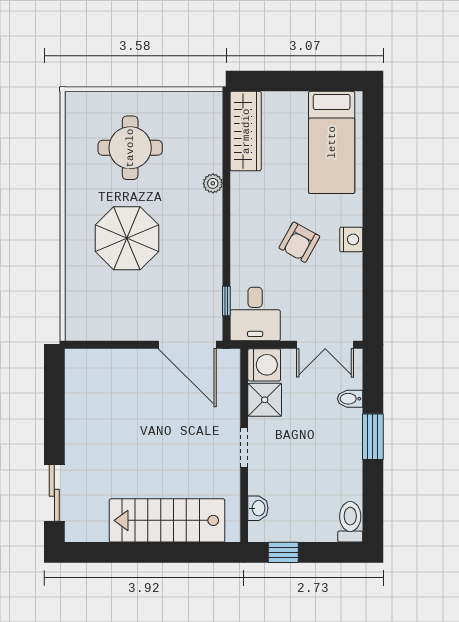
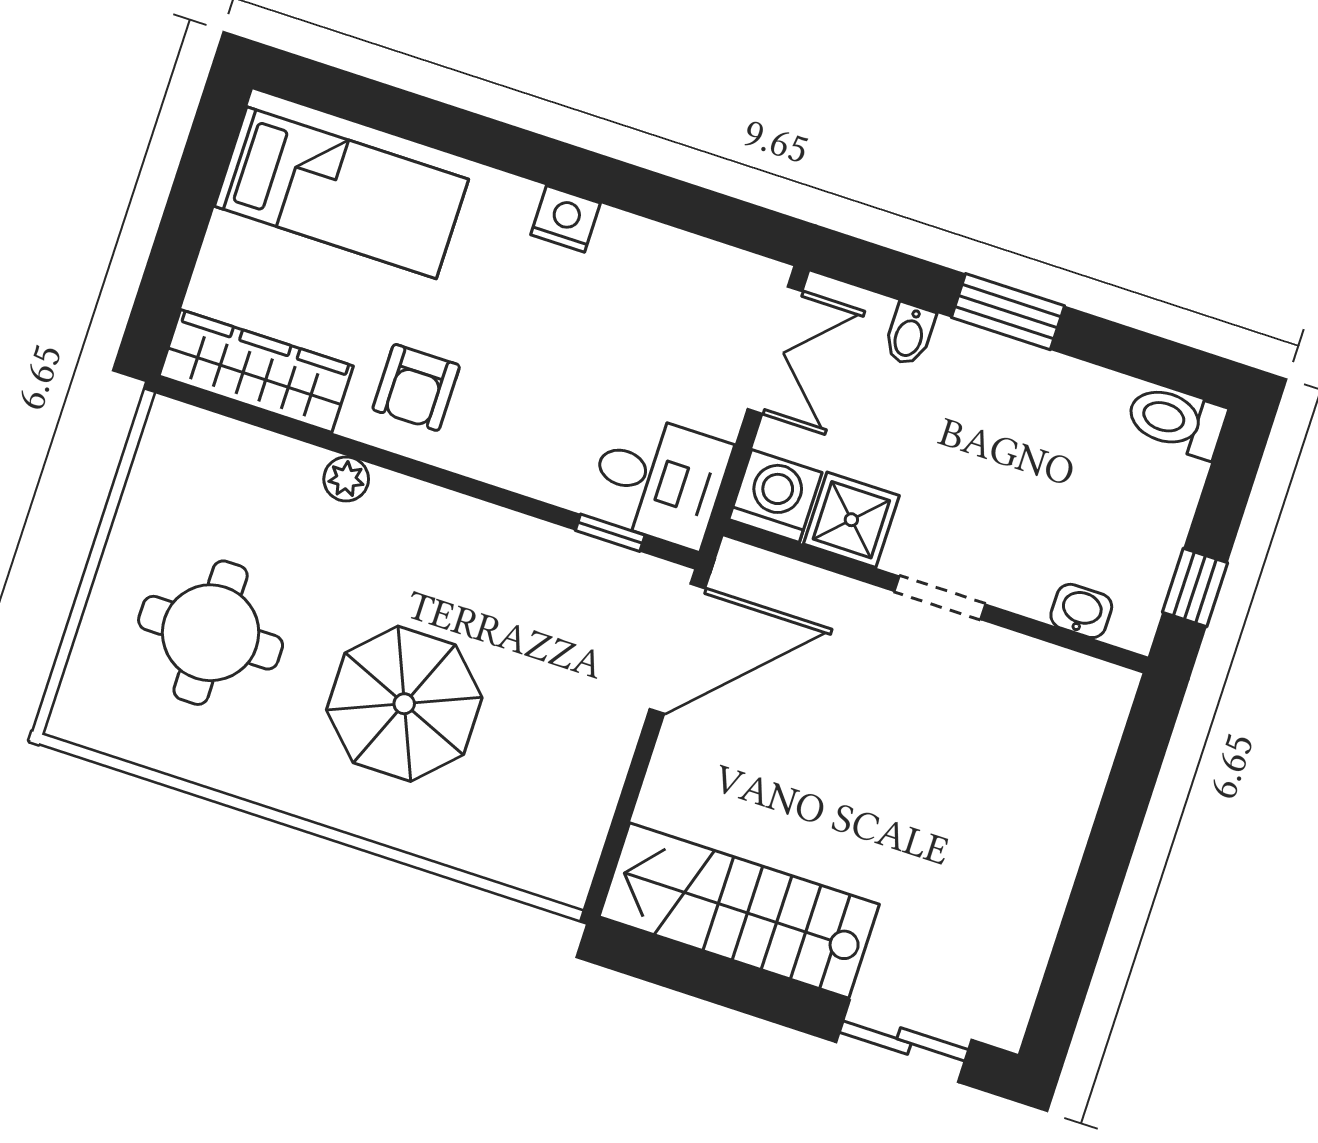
armchair: (299, 242) -> (416, 387), moved, turned 61
stairs: (167, 520) -> (739, 911), moved, turned 90

